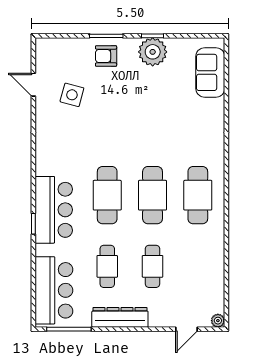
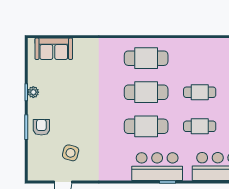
plant: (153, 52) -> (33, 92), width x0.53, depth x0.53
armchair: (106, 56) -> (41, 127), turned 180

